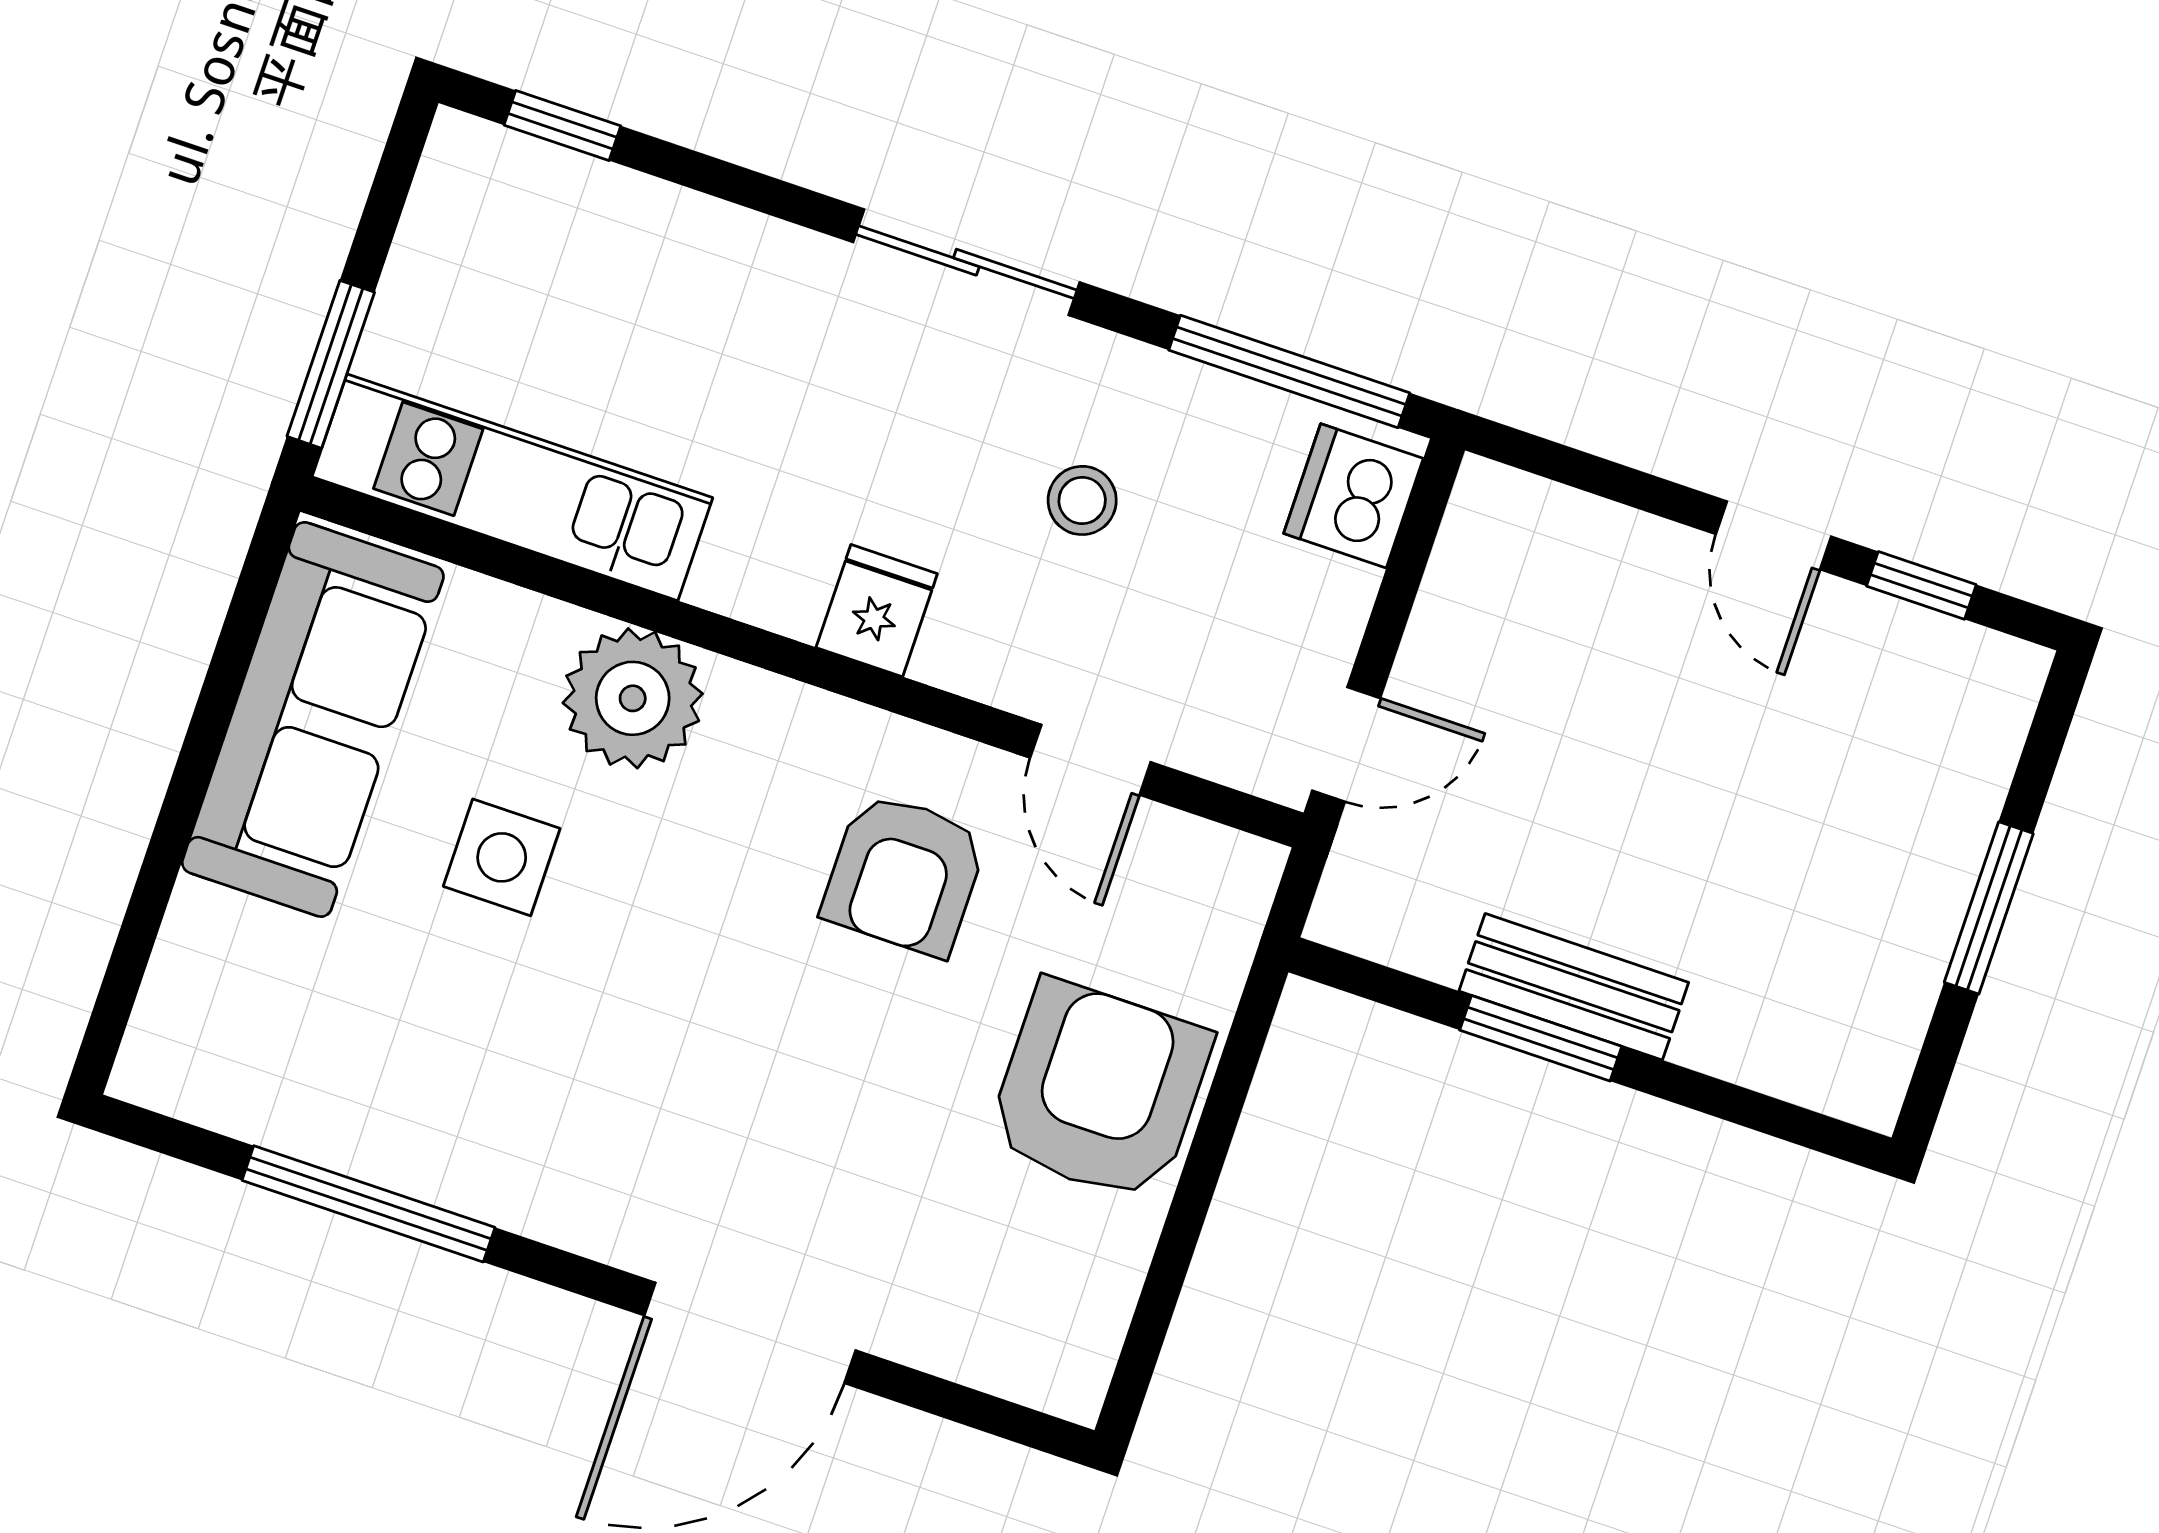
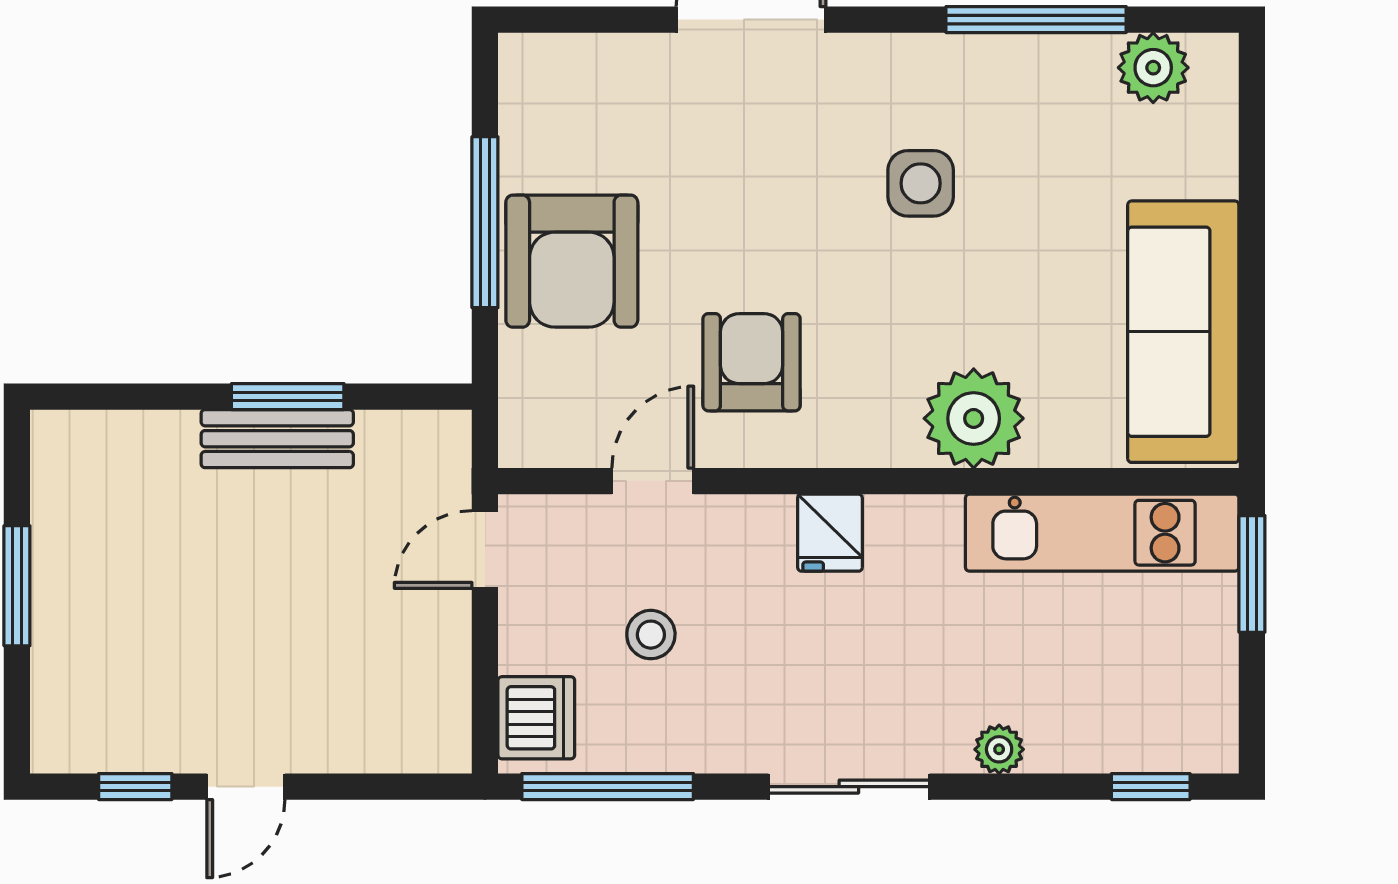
plant: (748, 244) -> (999, 749), added
stool: (1082, 500) -> (651, 635), moved
door: (1773, 535) -> (246, 787), swing flipped
door: (1090, 760) -> (653, 481), hinge flipped
side table: (502, 857) -> (921, 183), moved
plant: (233, 1086) -> (1153, 68), added
window: (1198, 1182) -> (485, 222), added

